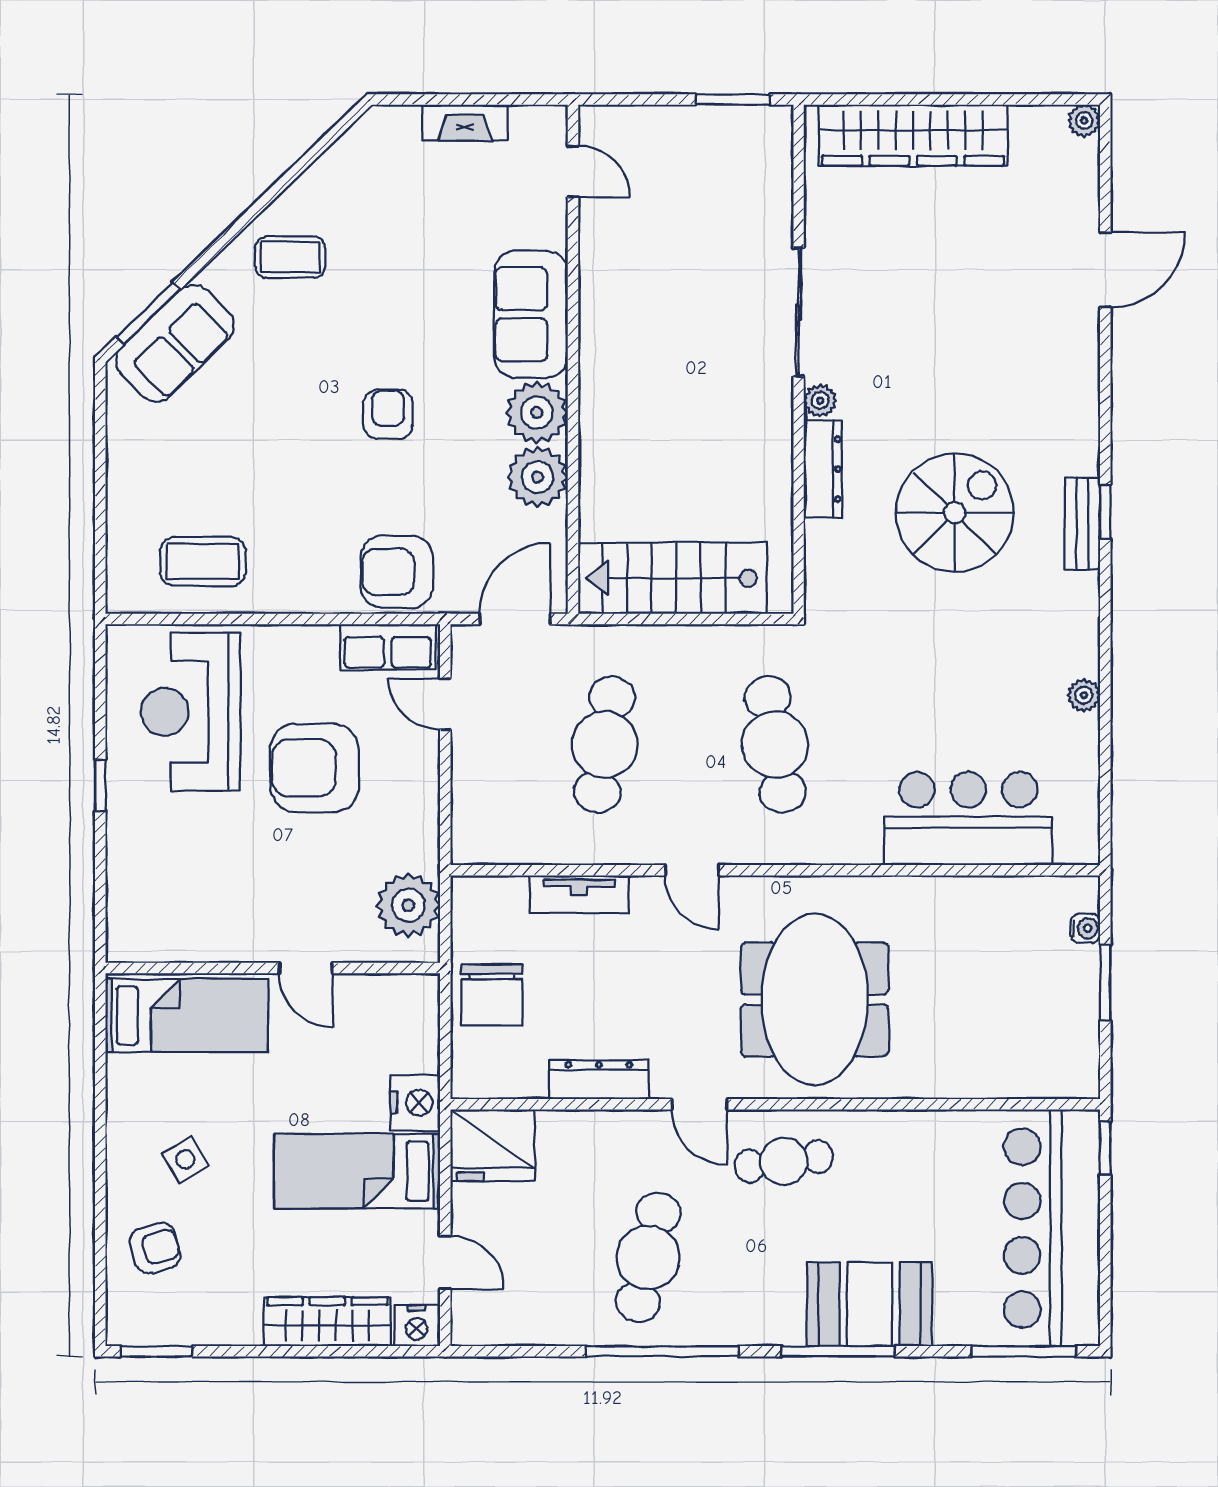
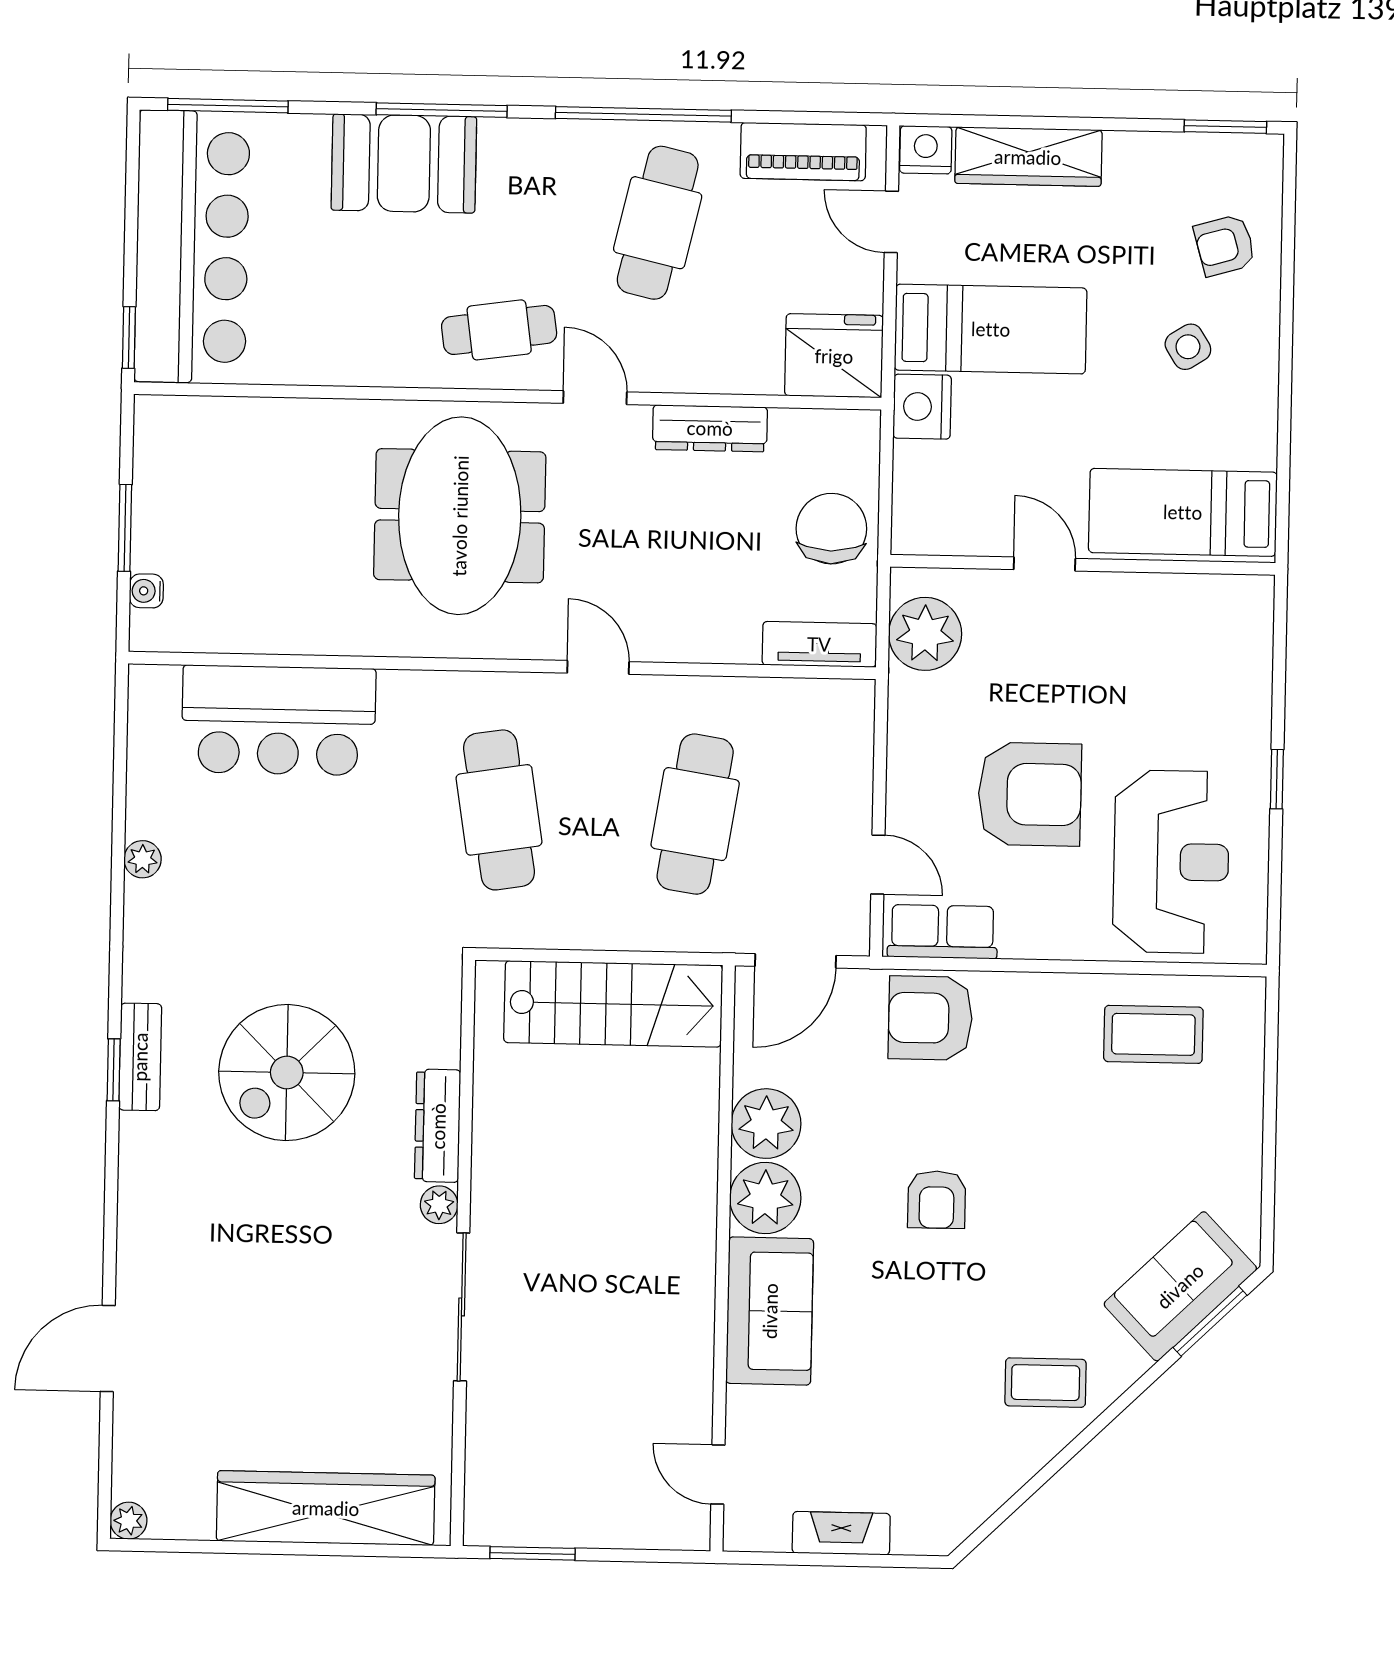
armchair: (397, 572) -> (930, 1018), turned 180
tv unit: (579, 894) -> (819, 644), moved
piano: (523, 1322) -> (803, 152), added

